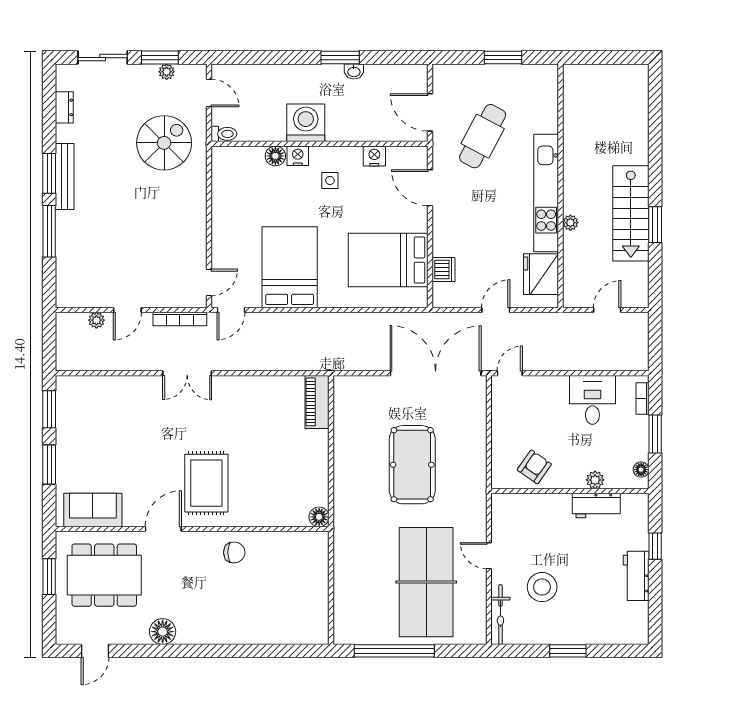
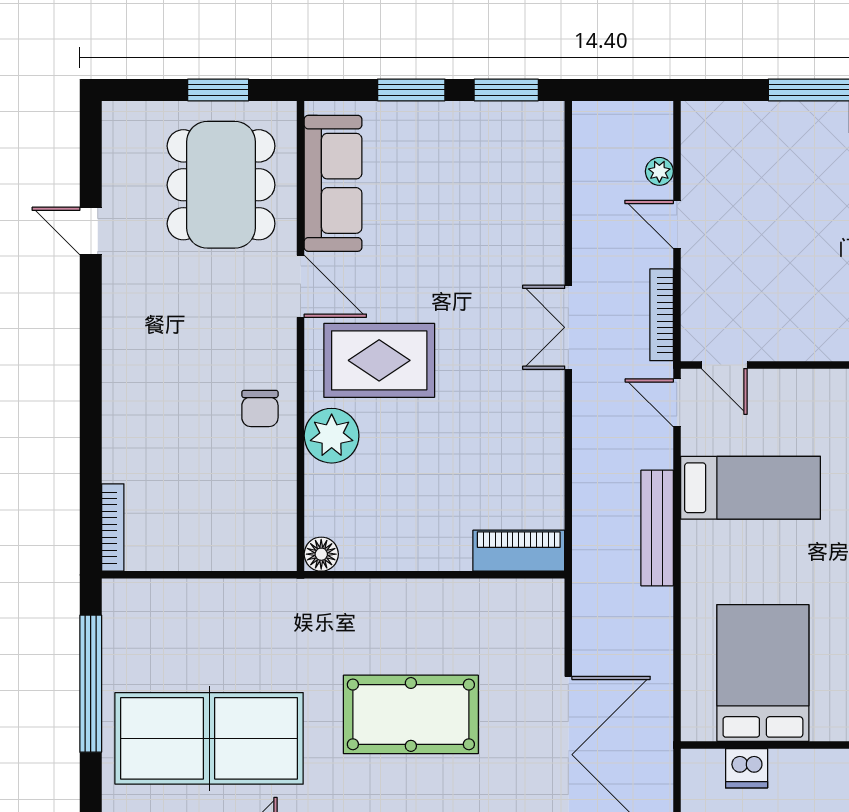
bed: (290, 267) -> (750, 488), width x0.67
bench: (304, 322) -> (657, 528), added
sofa: (93, 510) -> (333, 183), width x1.36
plant: (250, 511) -> (332, 436), added
floor lamp: (163, 632) -> (124, 285), removed
bookcase: (304, 638) -> (113, 528), added
door: (95, 651) -> (91, 231), moved

